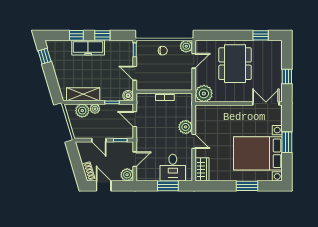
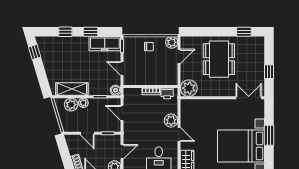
freezer: (88, 48) -> (105, 44), moved
printer: (181, 99) -> (167, 93), added

